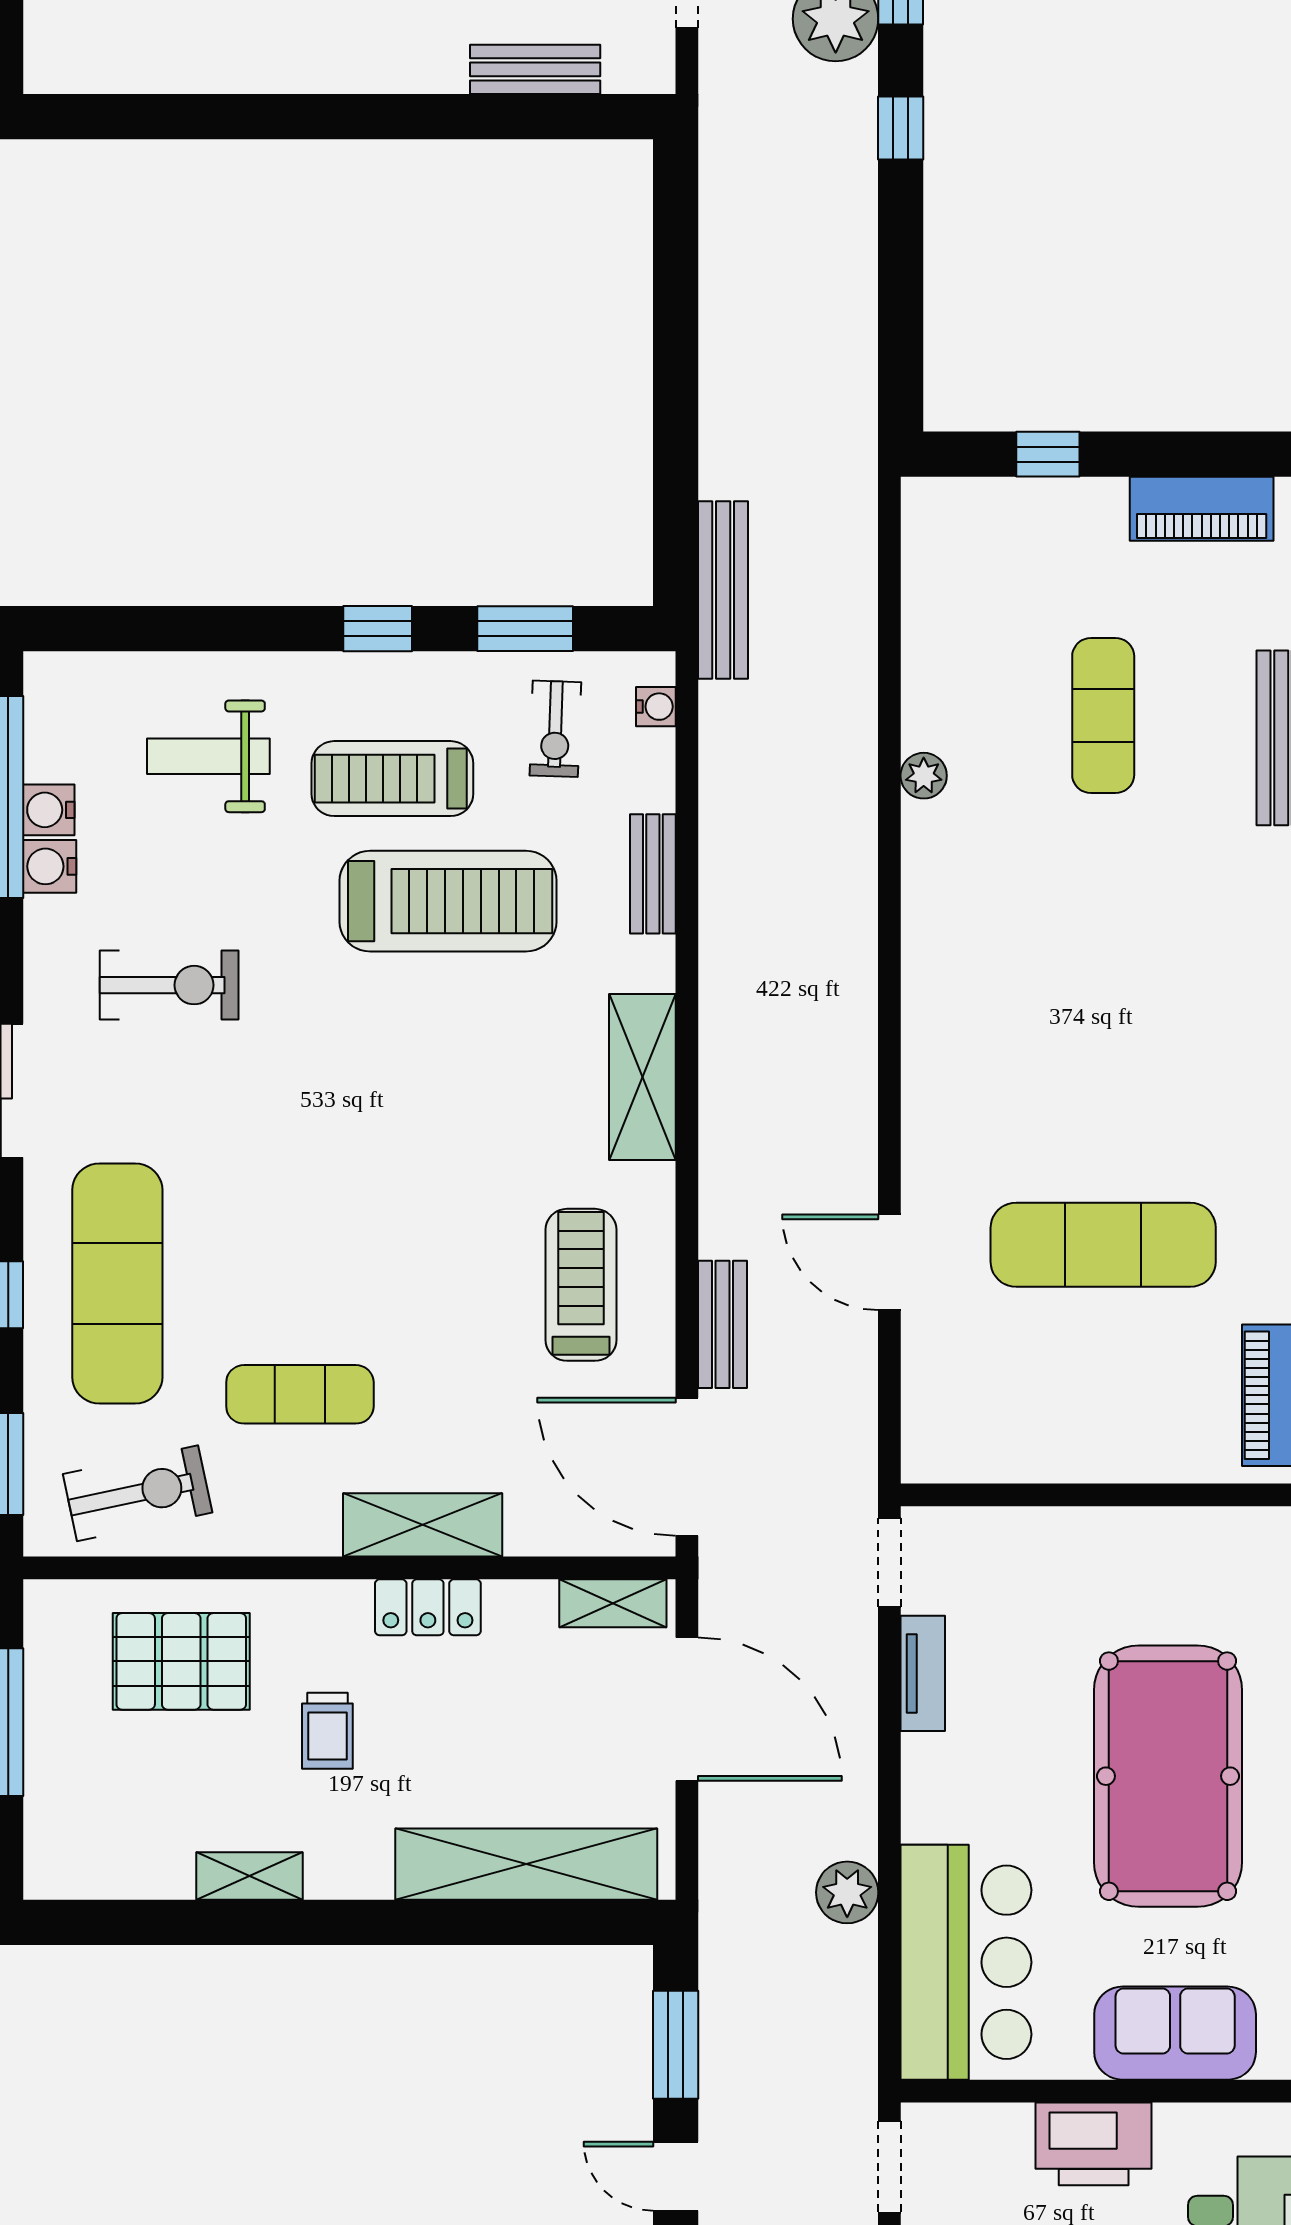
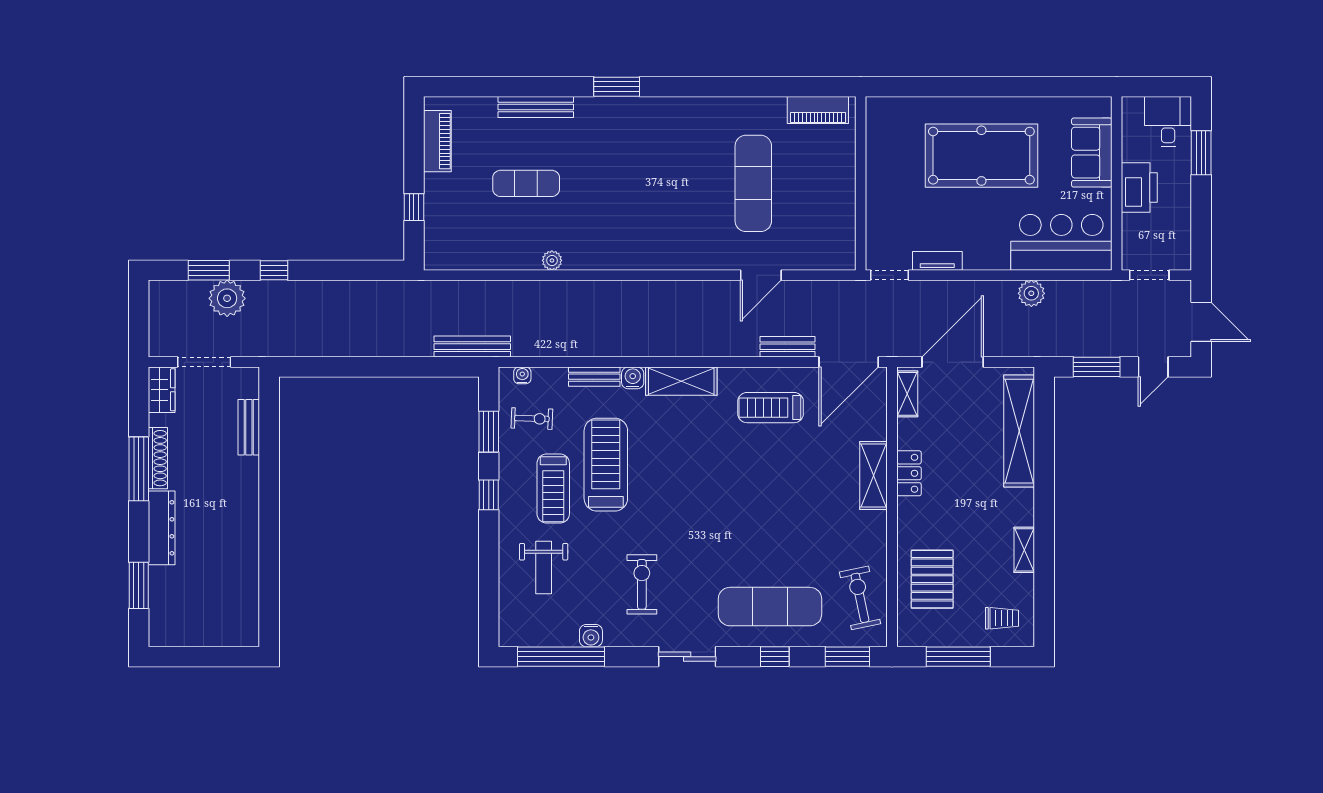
water cooler: (49, 810) -> (633, 378), moved, turned 180
exercise mat: (300, 1394) -> (818, 528), removed
trolley: (327, 1731) -> (1002, 618), moved

